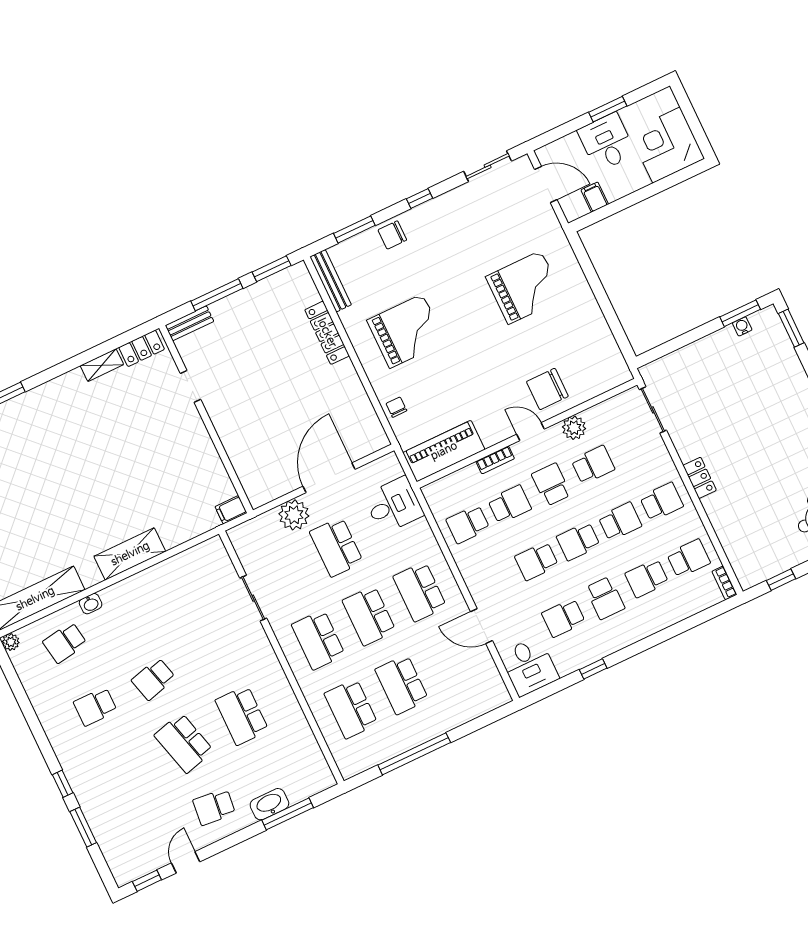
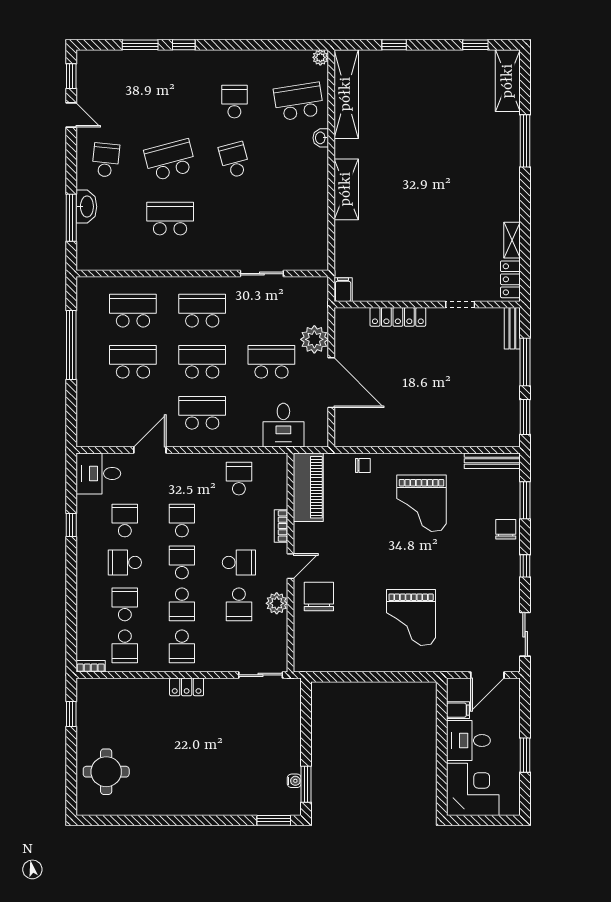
desk: (607, 142) -> (468, 740), moved, turned 180
locker: (327, 333) -> (398, 317), moved, turned 180
school desk: (510, 504) -> (239, 520), removed
school desk: (65, 643) -> (299, 102), width x1.85

